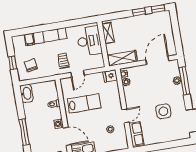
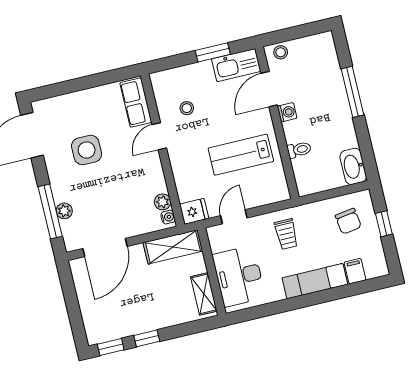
door: (78, 74) -> (234, 217), moved
door: (67, 136) -> (269, 89), hinge flipped

